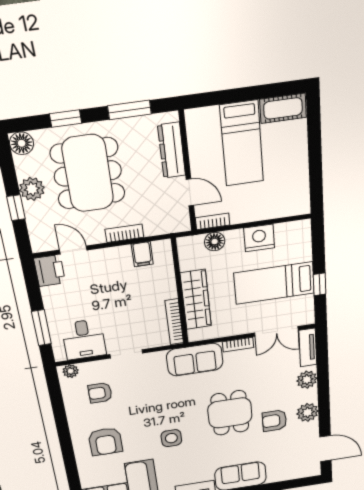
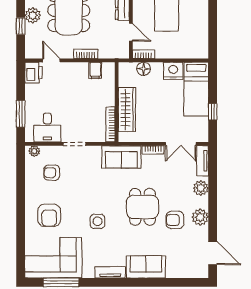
bed: (274, 283) -> (196, 89), moved, turned -90

